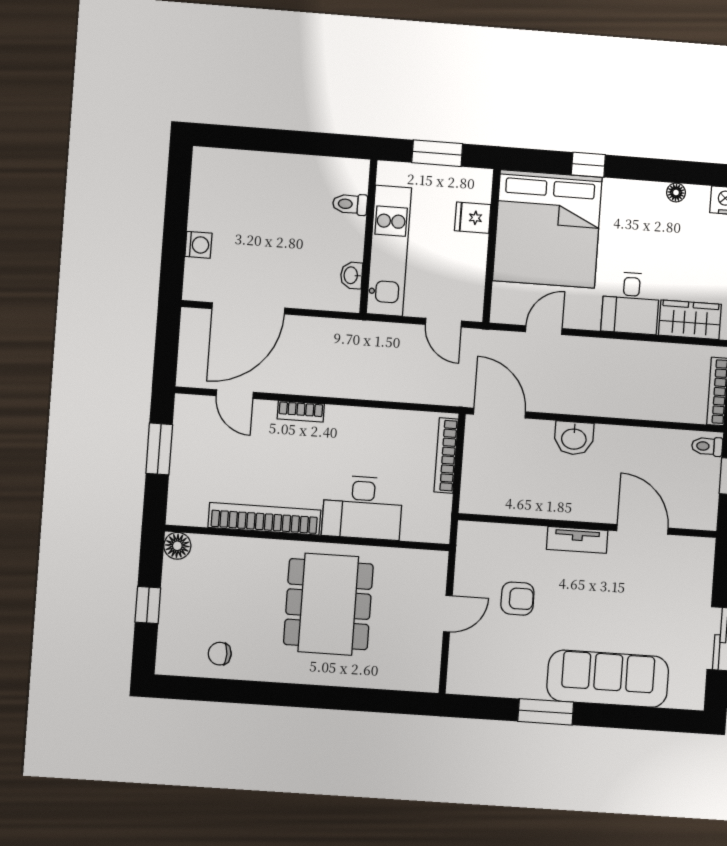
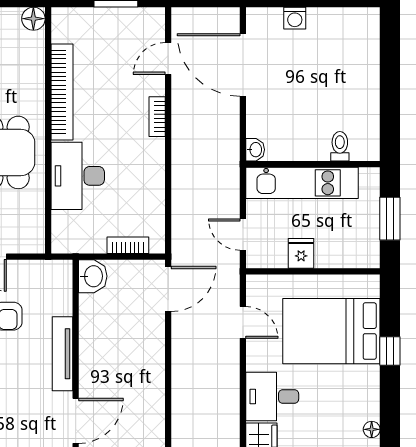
fridge: (473, 218) -> (301, 253), moved
bed: (547, 229) -> (331, 331), width x0.73
washbasin: (351, 275) -> (255, 150), moved, turned 90
door: (443, 323) -> (243, 235), hinge flipped
washbasin: (574, 438) -> (93, 276), moved, turned 180
bookcase: (446, 455) -> (128, 245), width x0.64
tv unit: (577, 540) -> (62, 354), width x1.41

